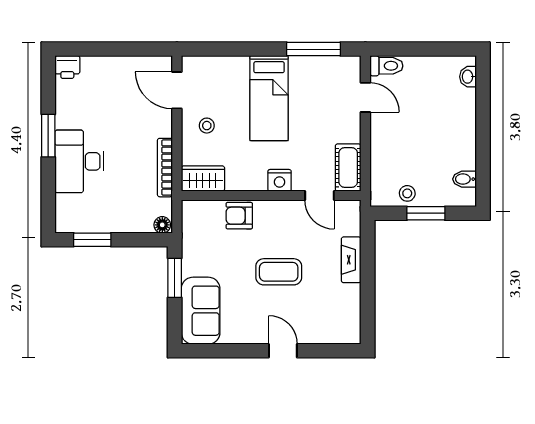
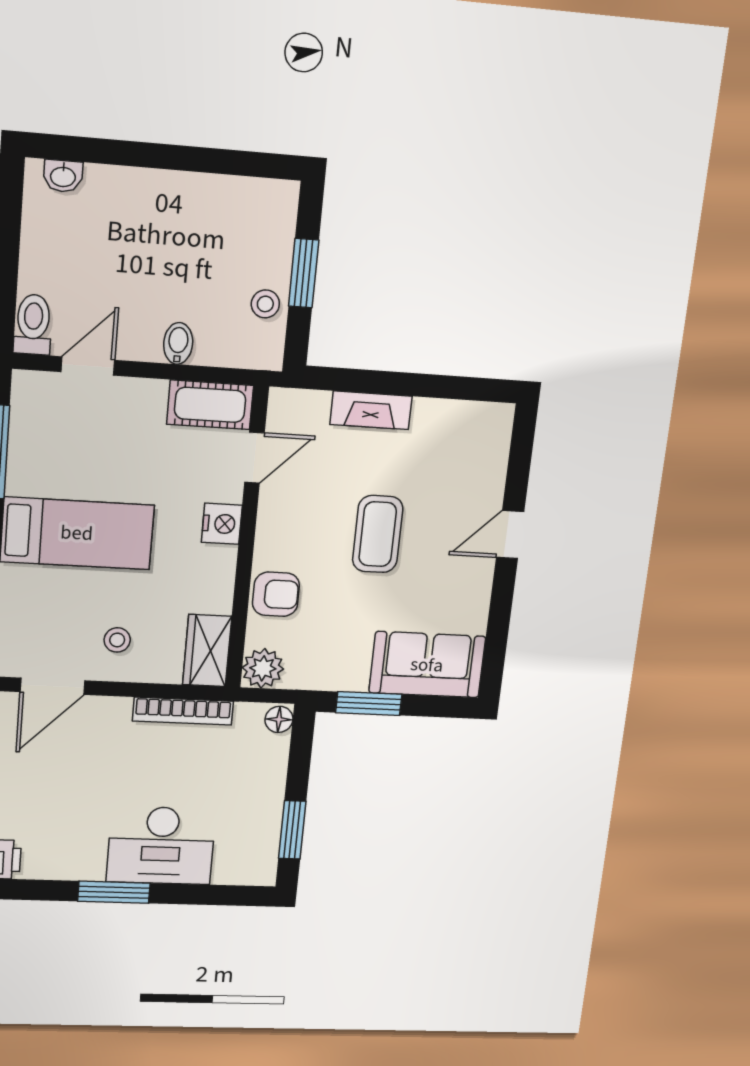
bidet: (465, 179) -> (178, 343), moved, turned 180
plant: (194, 212) -> (263, 668), added
armchair: (239, 216) -> (276, 594), turned -90

